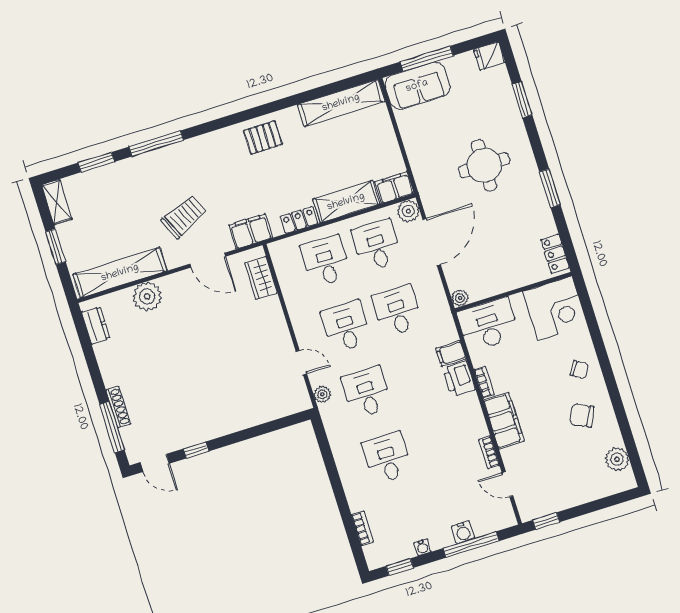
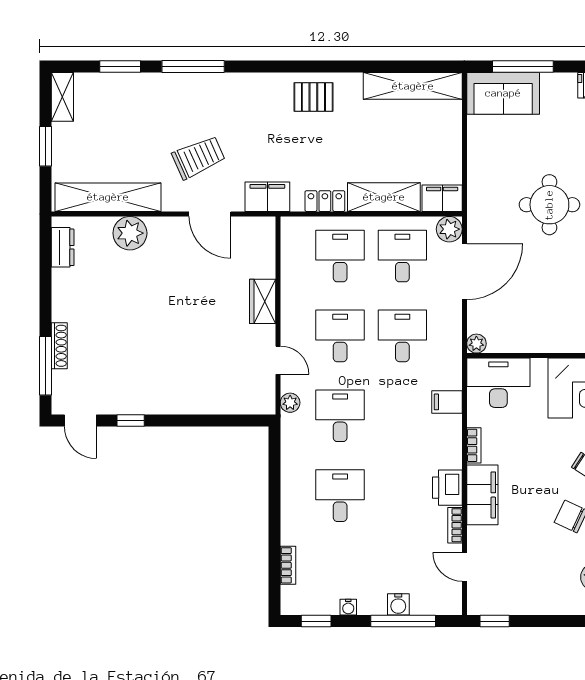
wardrobe: (261, 278) -> (263, 301), moved
printer: (459, 379) -> (447, 488), moved

